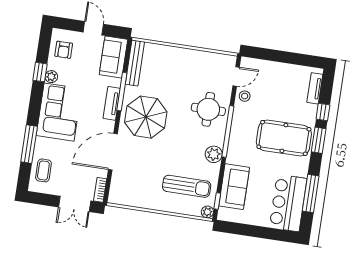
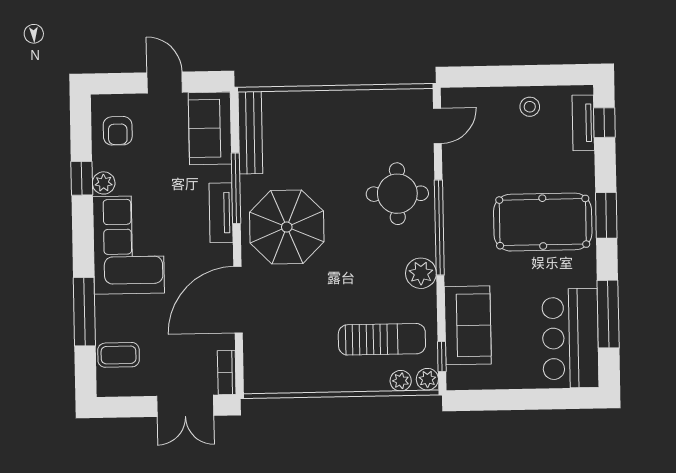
stool: (245, 96) -> (530, 107), moved
window: (323, 112) -> (604, 123), moved
coffee table: (43, 170) -> (119, 355), turned 90
plant: (193, 210) -> (401, 381), added

